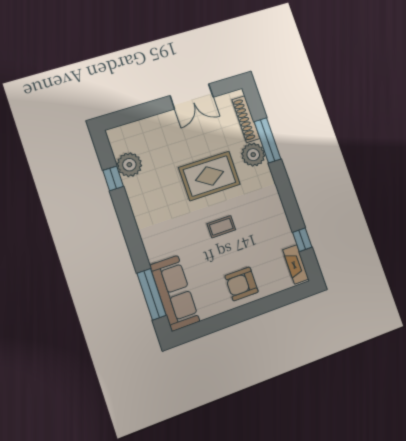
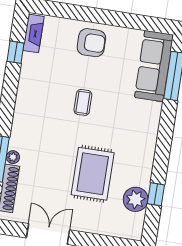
plant: (253, 155) -> (13, 157), width x0.53, depth x0.53
rug: (210, 176) -> (93, 174), moved, turned 90
coffee table: (221, 227) -> (83, 102), turned 90

